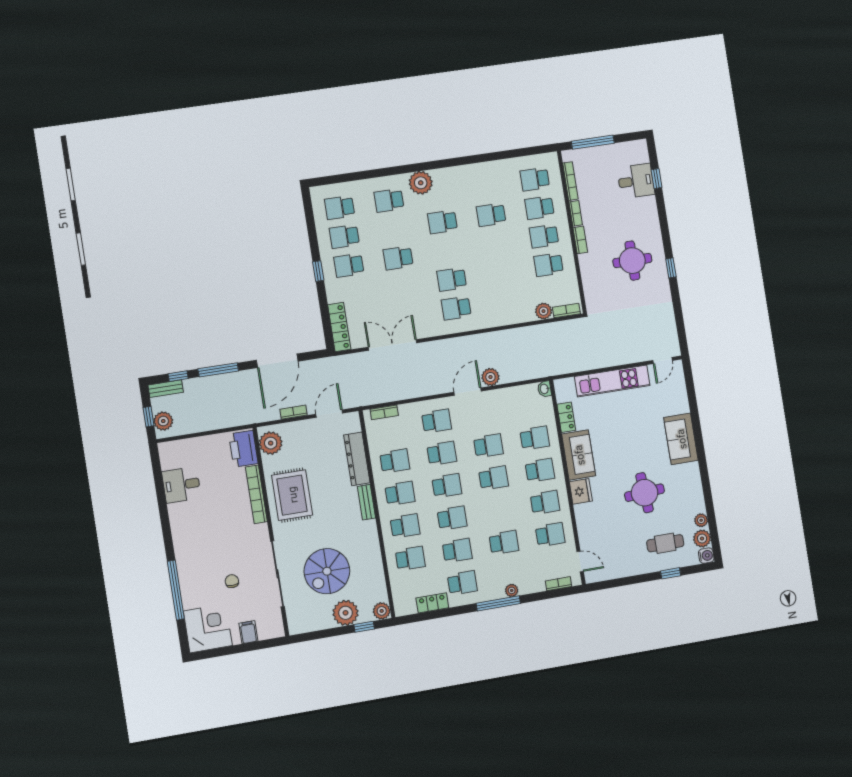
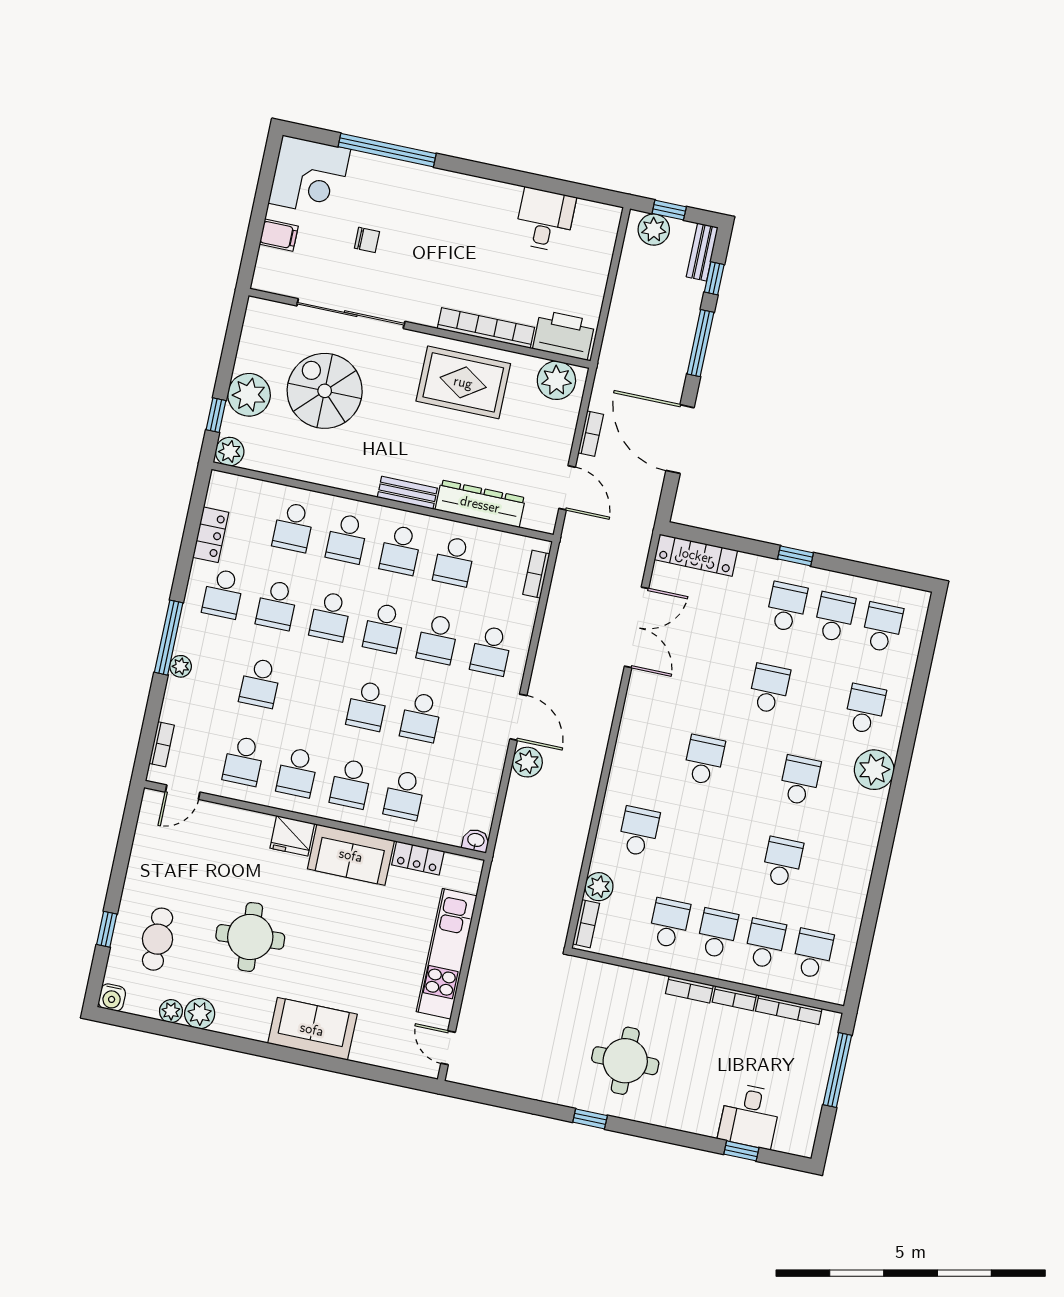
school desk: (456, 308) -> (639, 831), moved
plant: (702, 539) -> (200, 1014), moved

